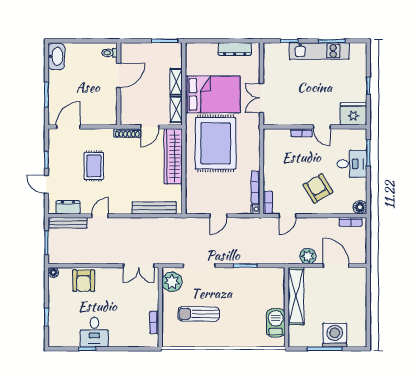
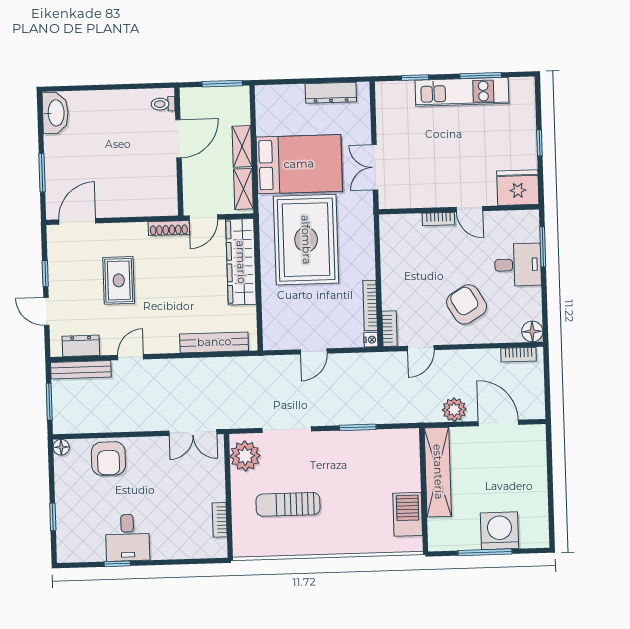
toilet: (109, 53) -> (163, 104), moved
door: (119, 76) -> (178, 139), moved
wall: (119, 84) -> (179, 152), moved

